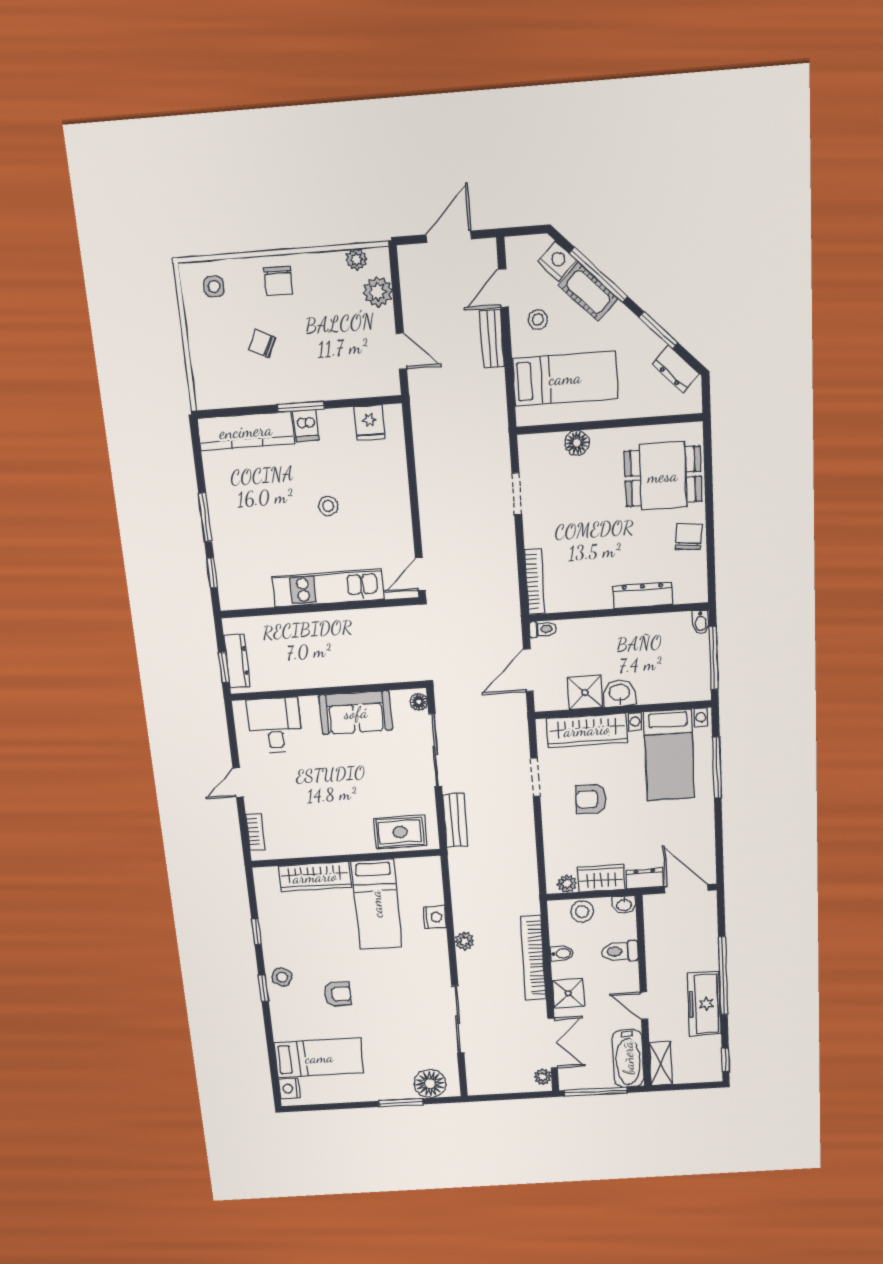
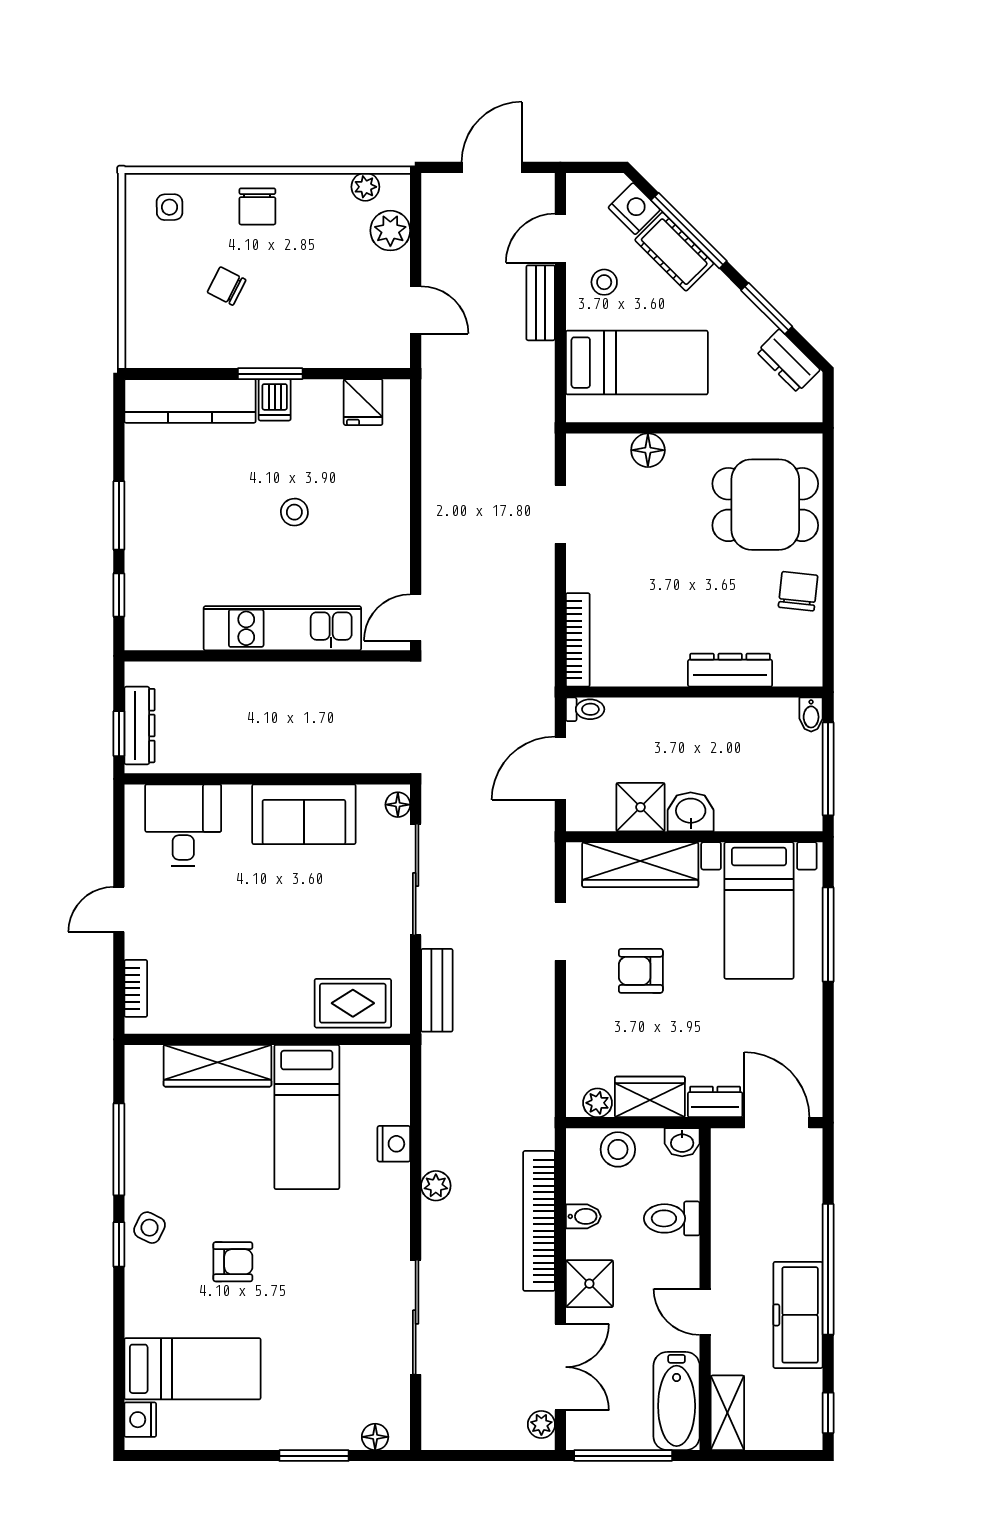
window: (257, 932) -> (119, 1149), width x2.17
floor lamp: (430, 1084) -> (375, 1437), width x0.53, depth x0.53

